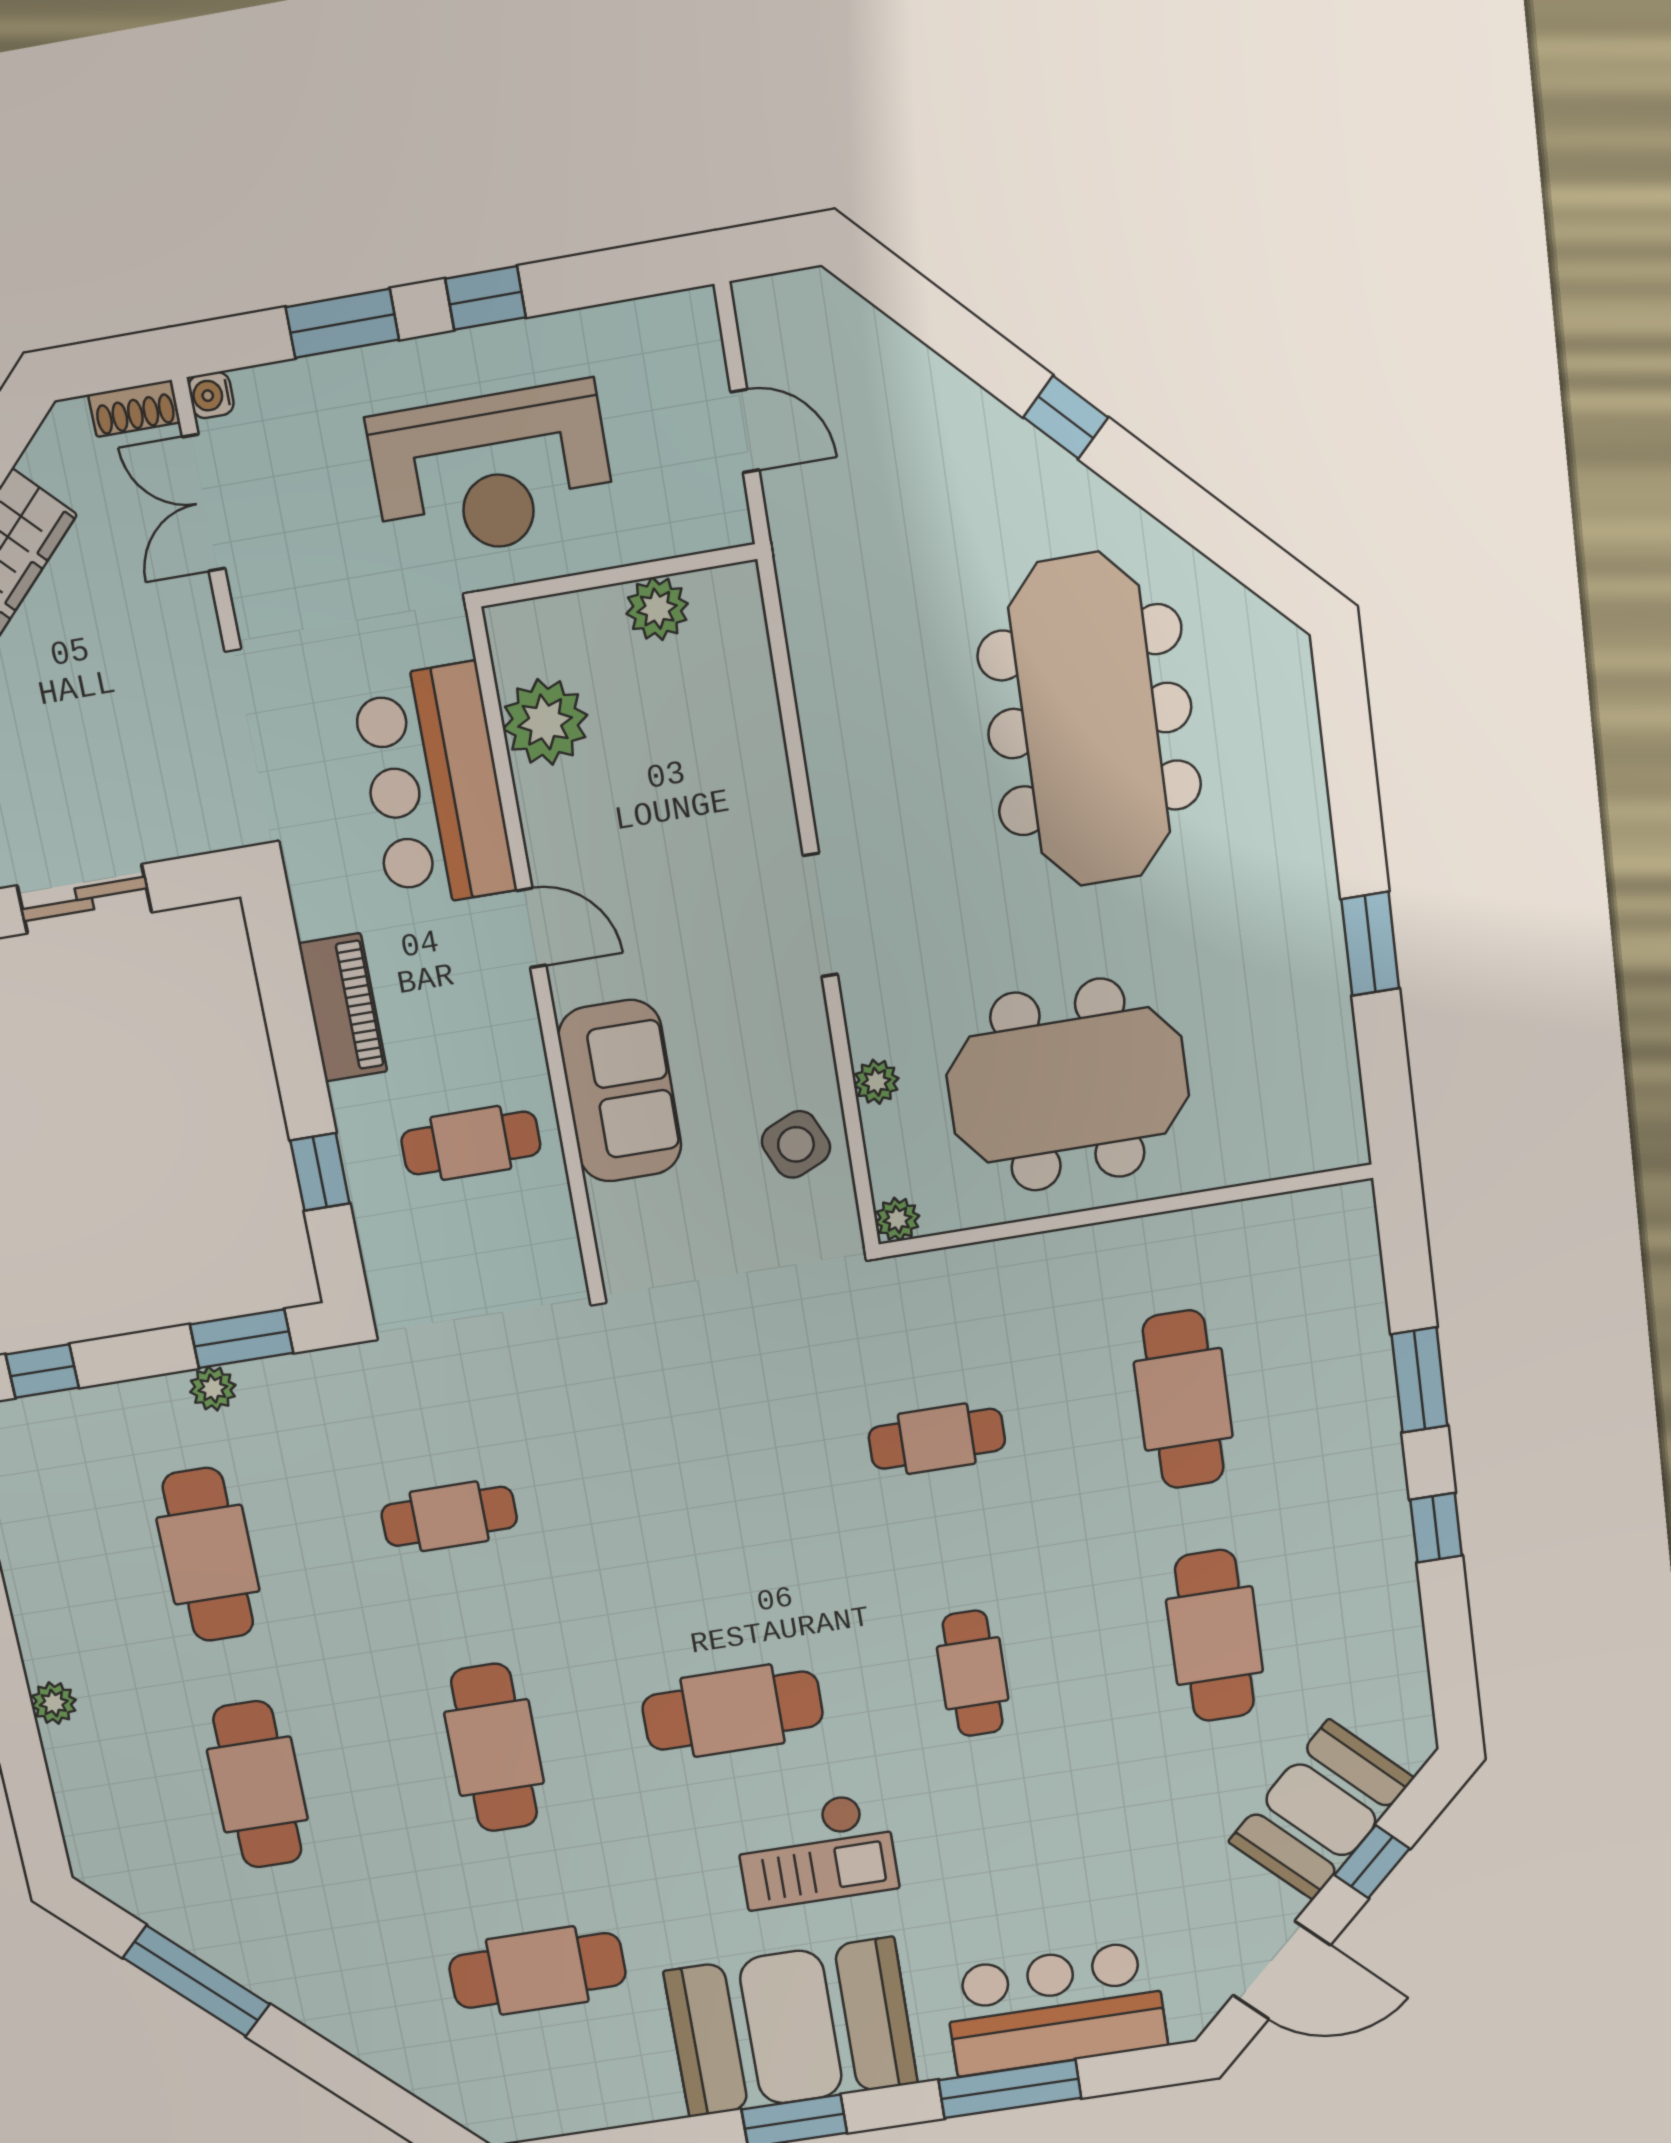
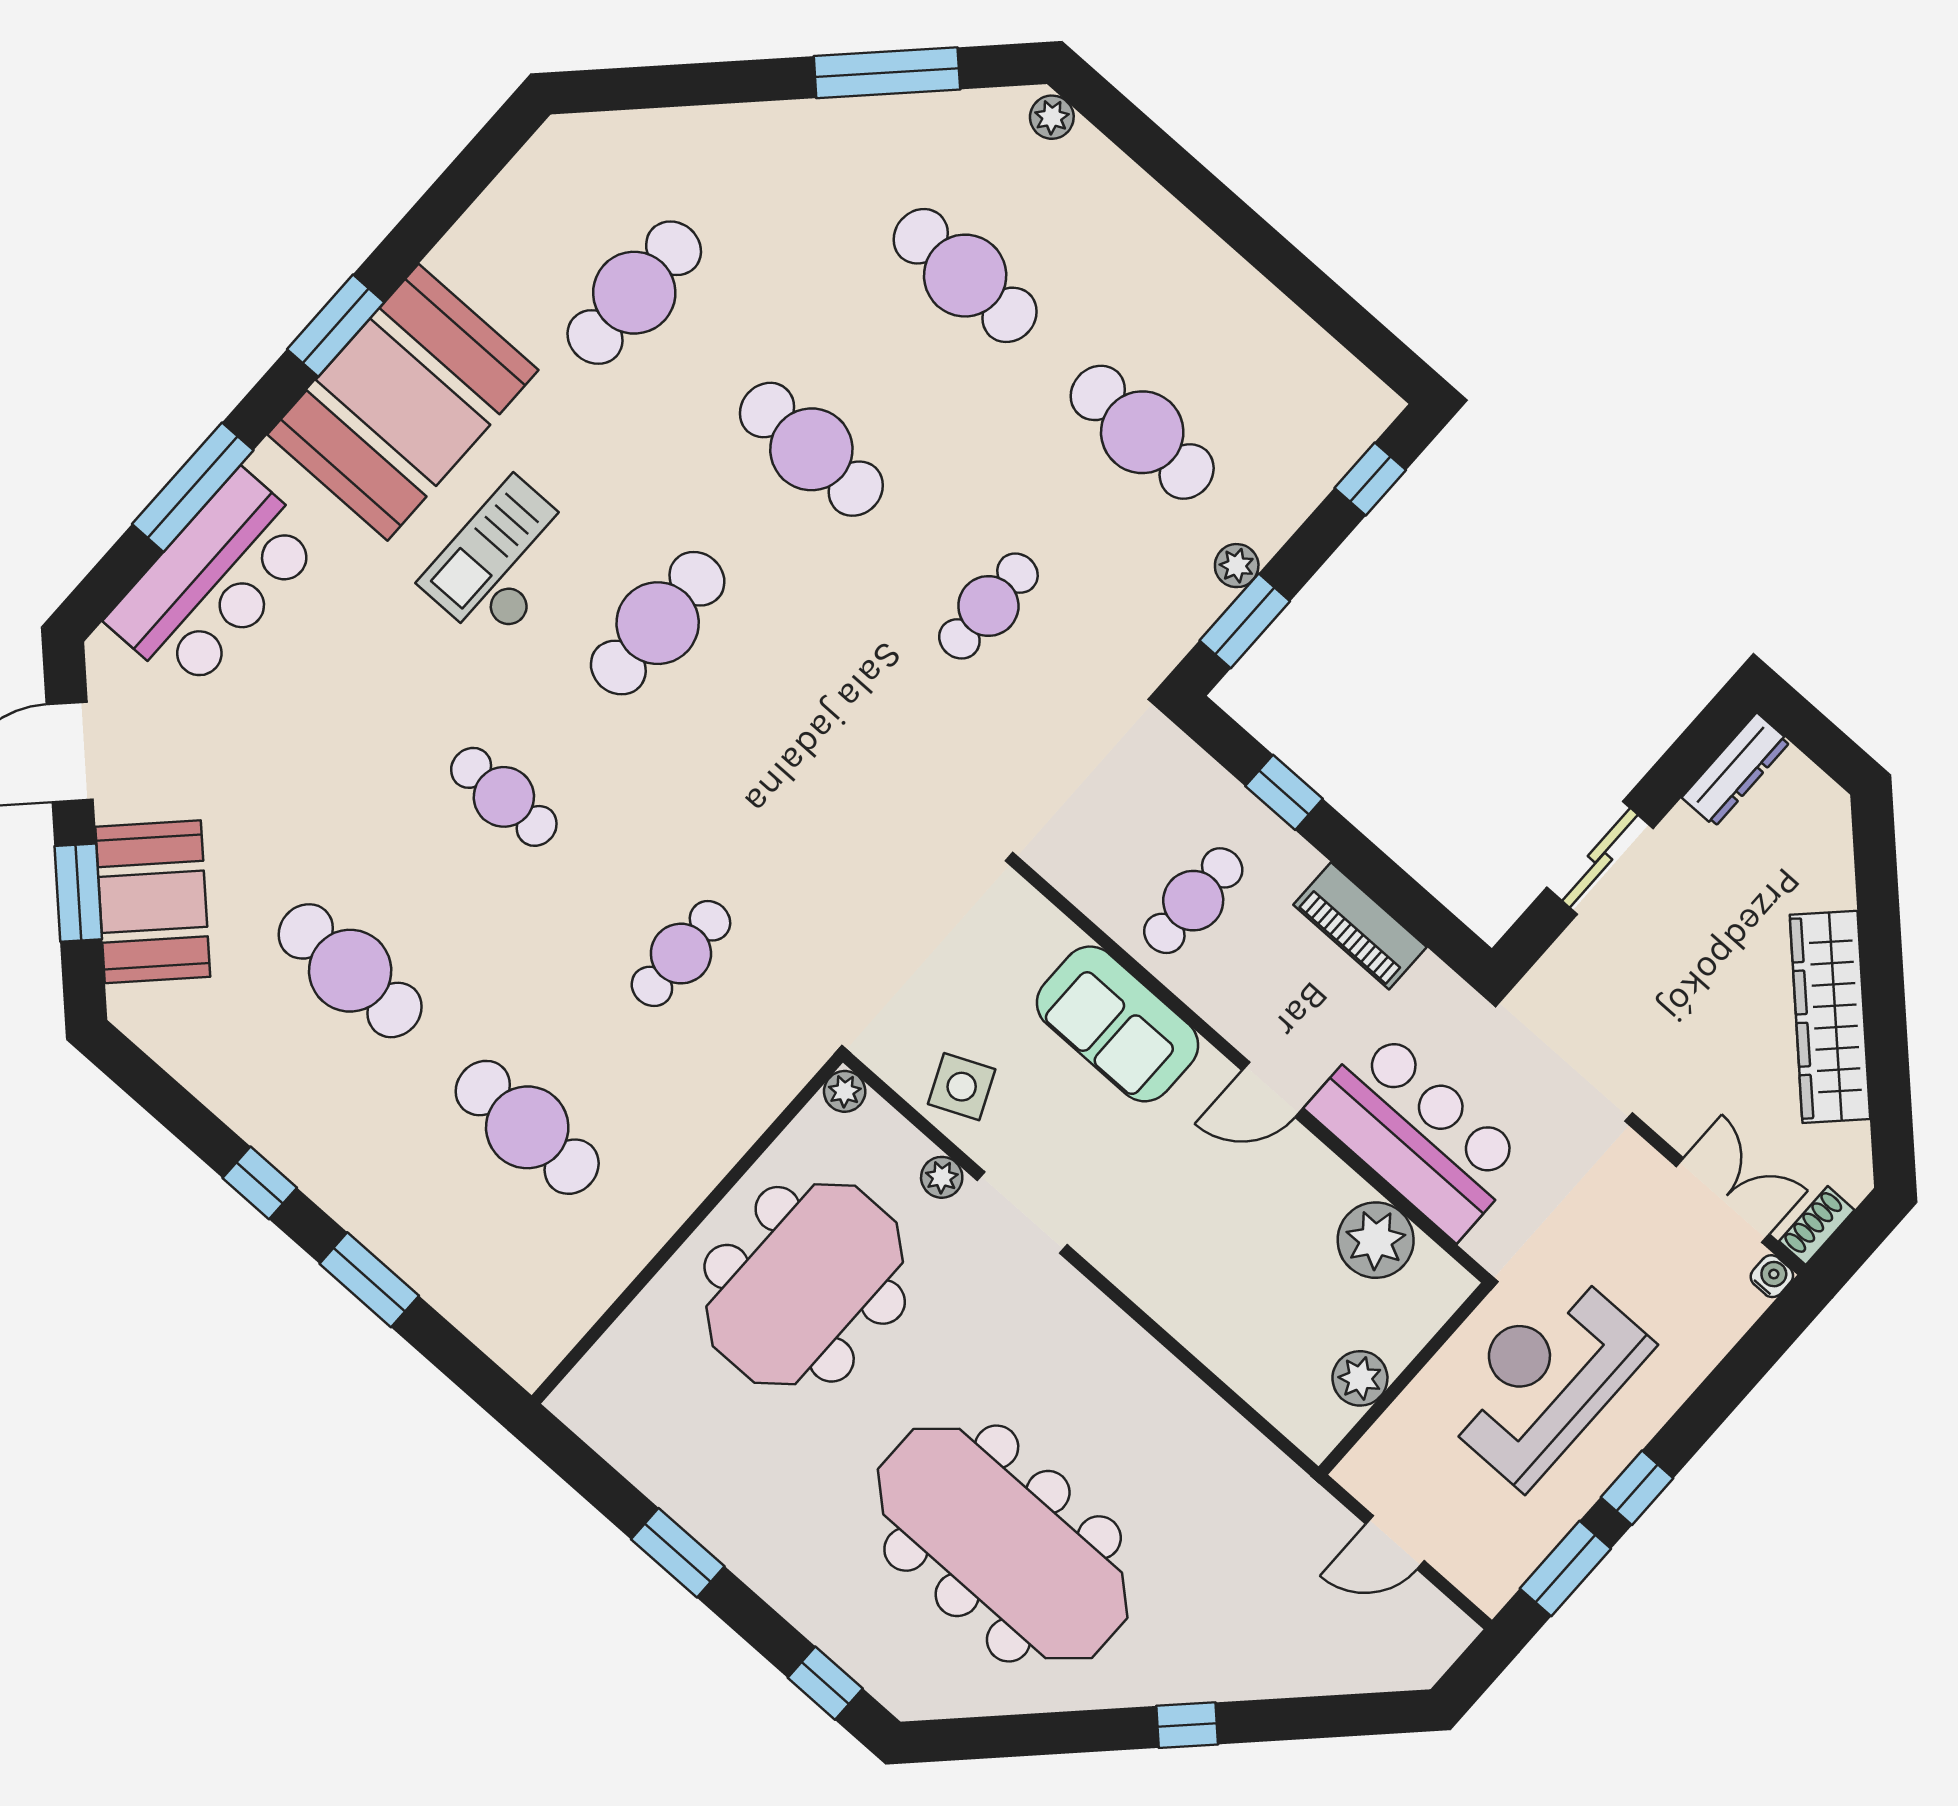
window: (342, 323) -> (1565, 1569), moved
window: (1346, 724) -> (825, 1683), added
doorway: (820, 915) -> (1022, 1213), moved
plant: (54, 1703) -> (1052, 117), moved
window: (1372, 1862) -> (78, 893), width x1.50

